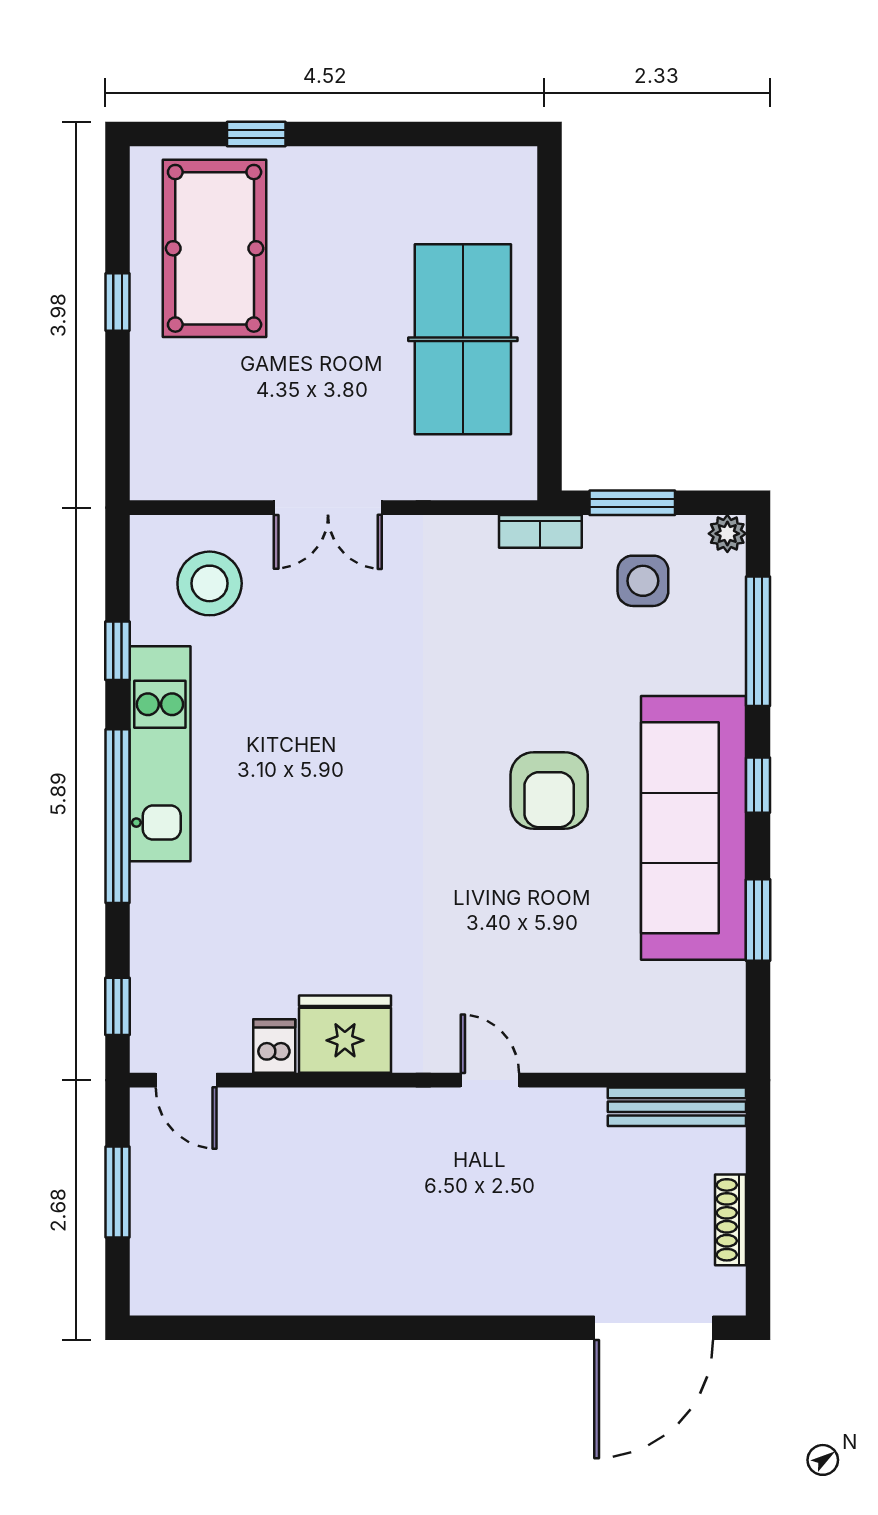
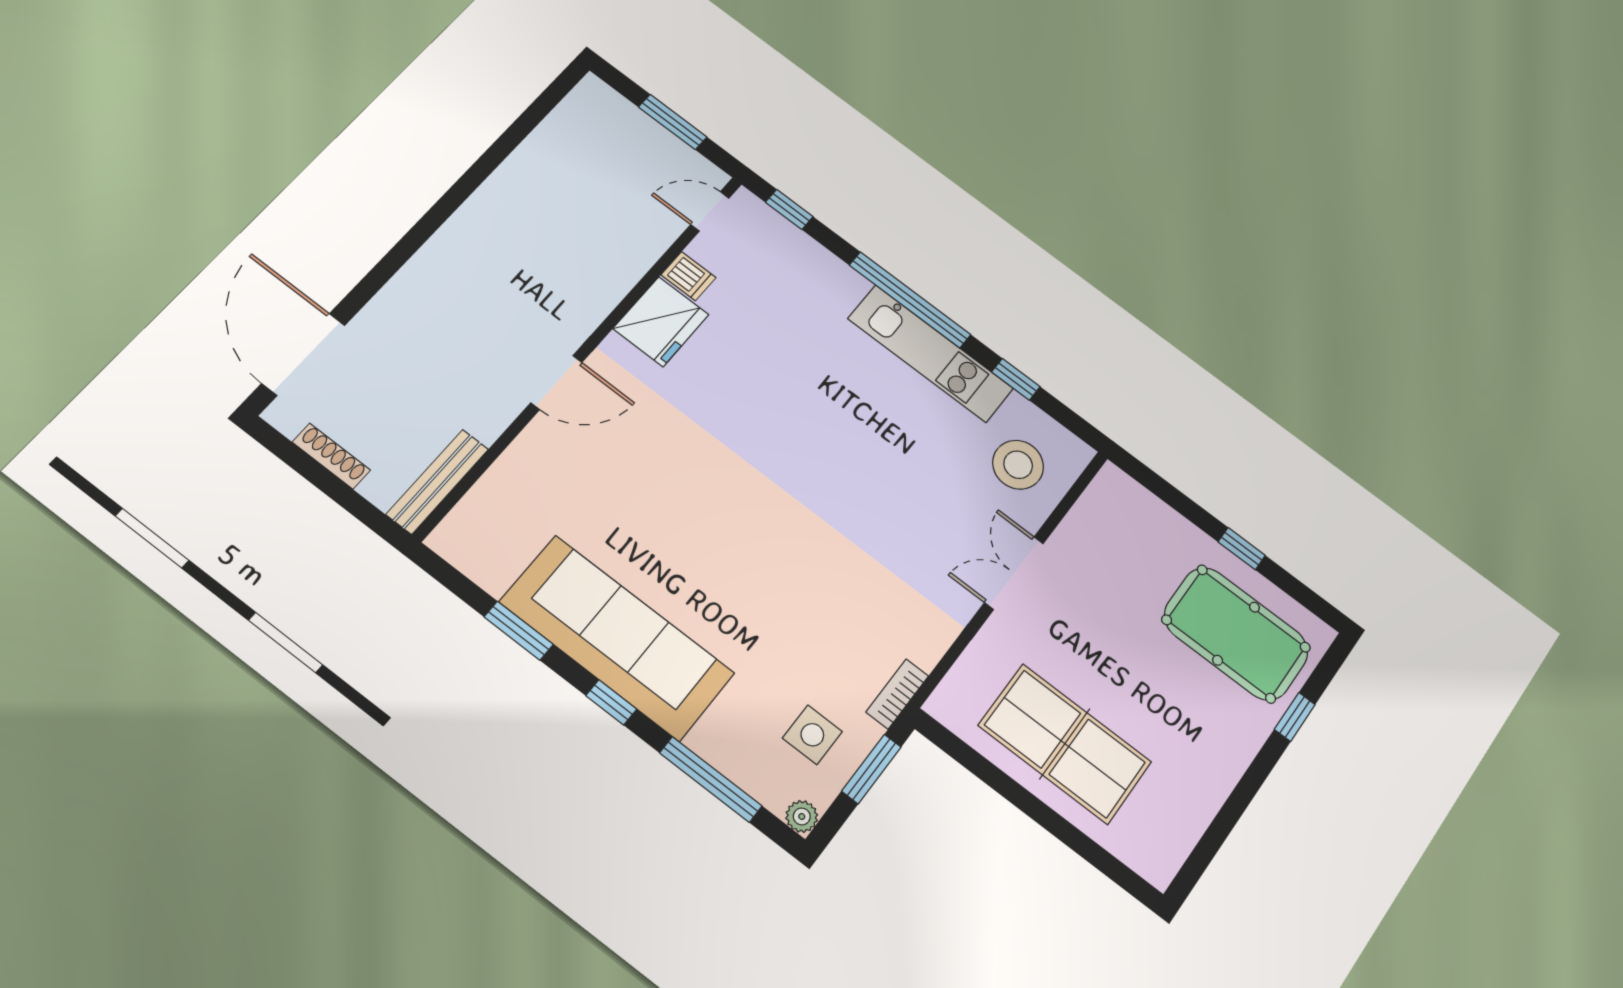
armchair: (549, 790) -> (718, 565), removed
door: (490, 1080) -> (556, 383), width x1.38

